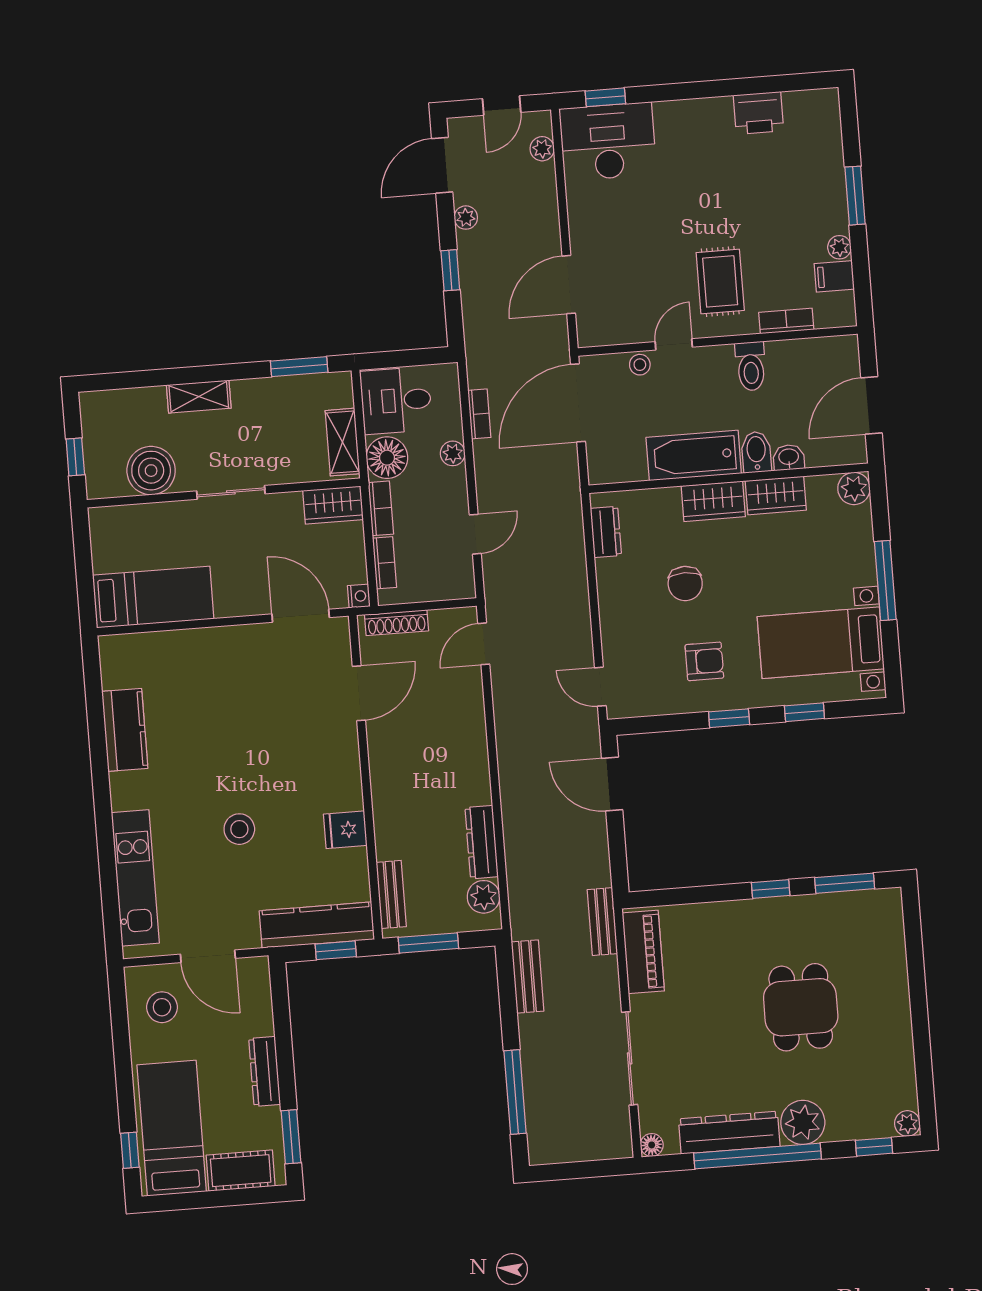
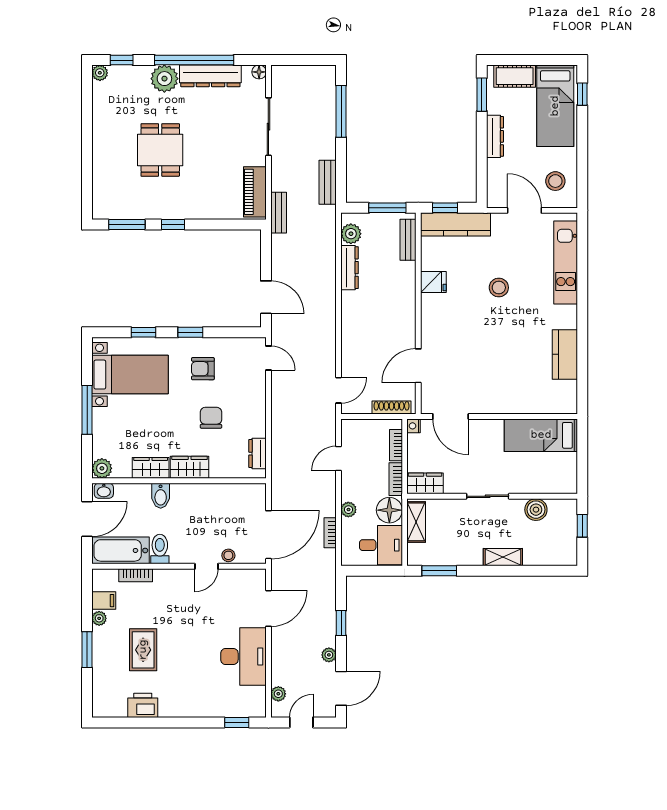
desk: (608, 142) -> (243, 657), moved, turned -90
rug: (720, 281) -> (143, 650), moved
bathtub: (694, 455) -> (121, 550), moved, turned 180
washbasin: (789, 457) -> (104, 491), moved
boiler: (151, 471) -> (536, 510), width x0.73, depth x0.73

